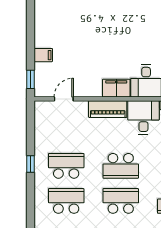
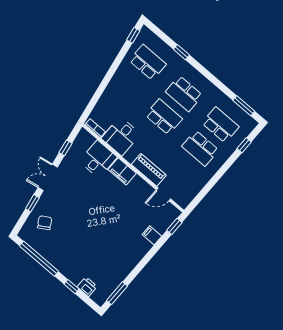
piano: (108, 109) -> (149, 170), moved
window: (31, 164) -> (244, 145), moved
school desk: (66, 201) -> (220, 125), turned 180

